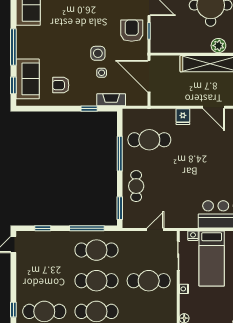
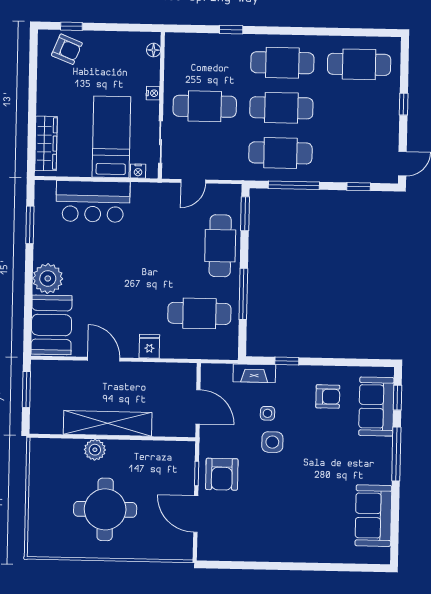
door: (149, 76) -> (198, 407), width x0.73
cafe table: (136, 186) -> (220, 246), width x1.37, depth x1.35
window: (13, 310) -> (404, 104), moved

